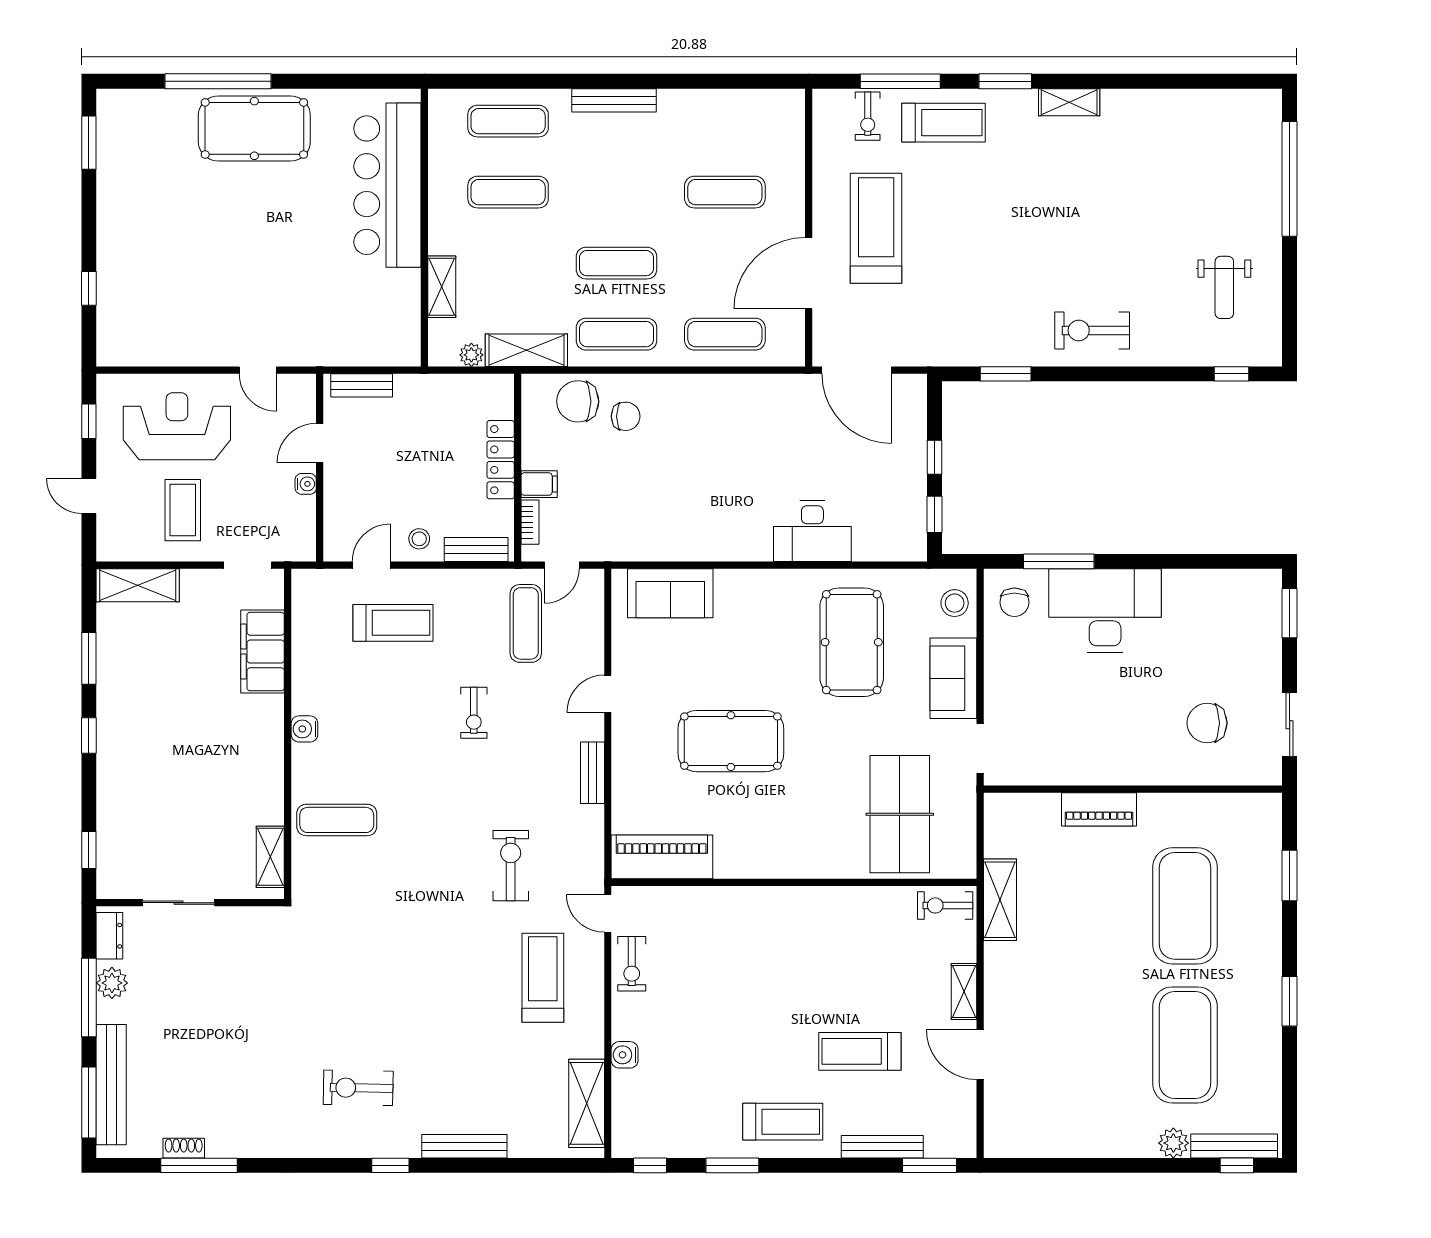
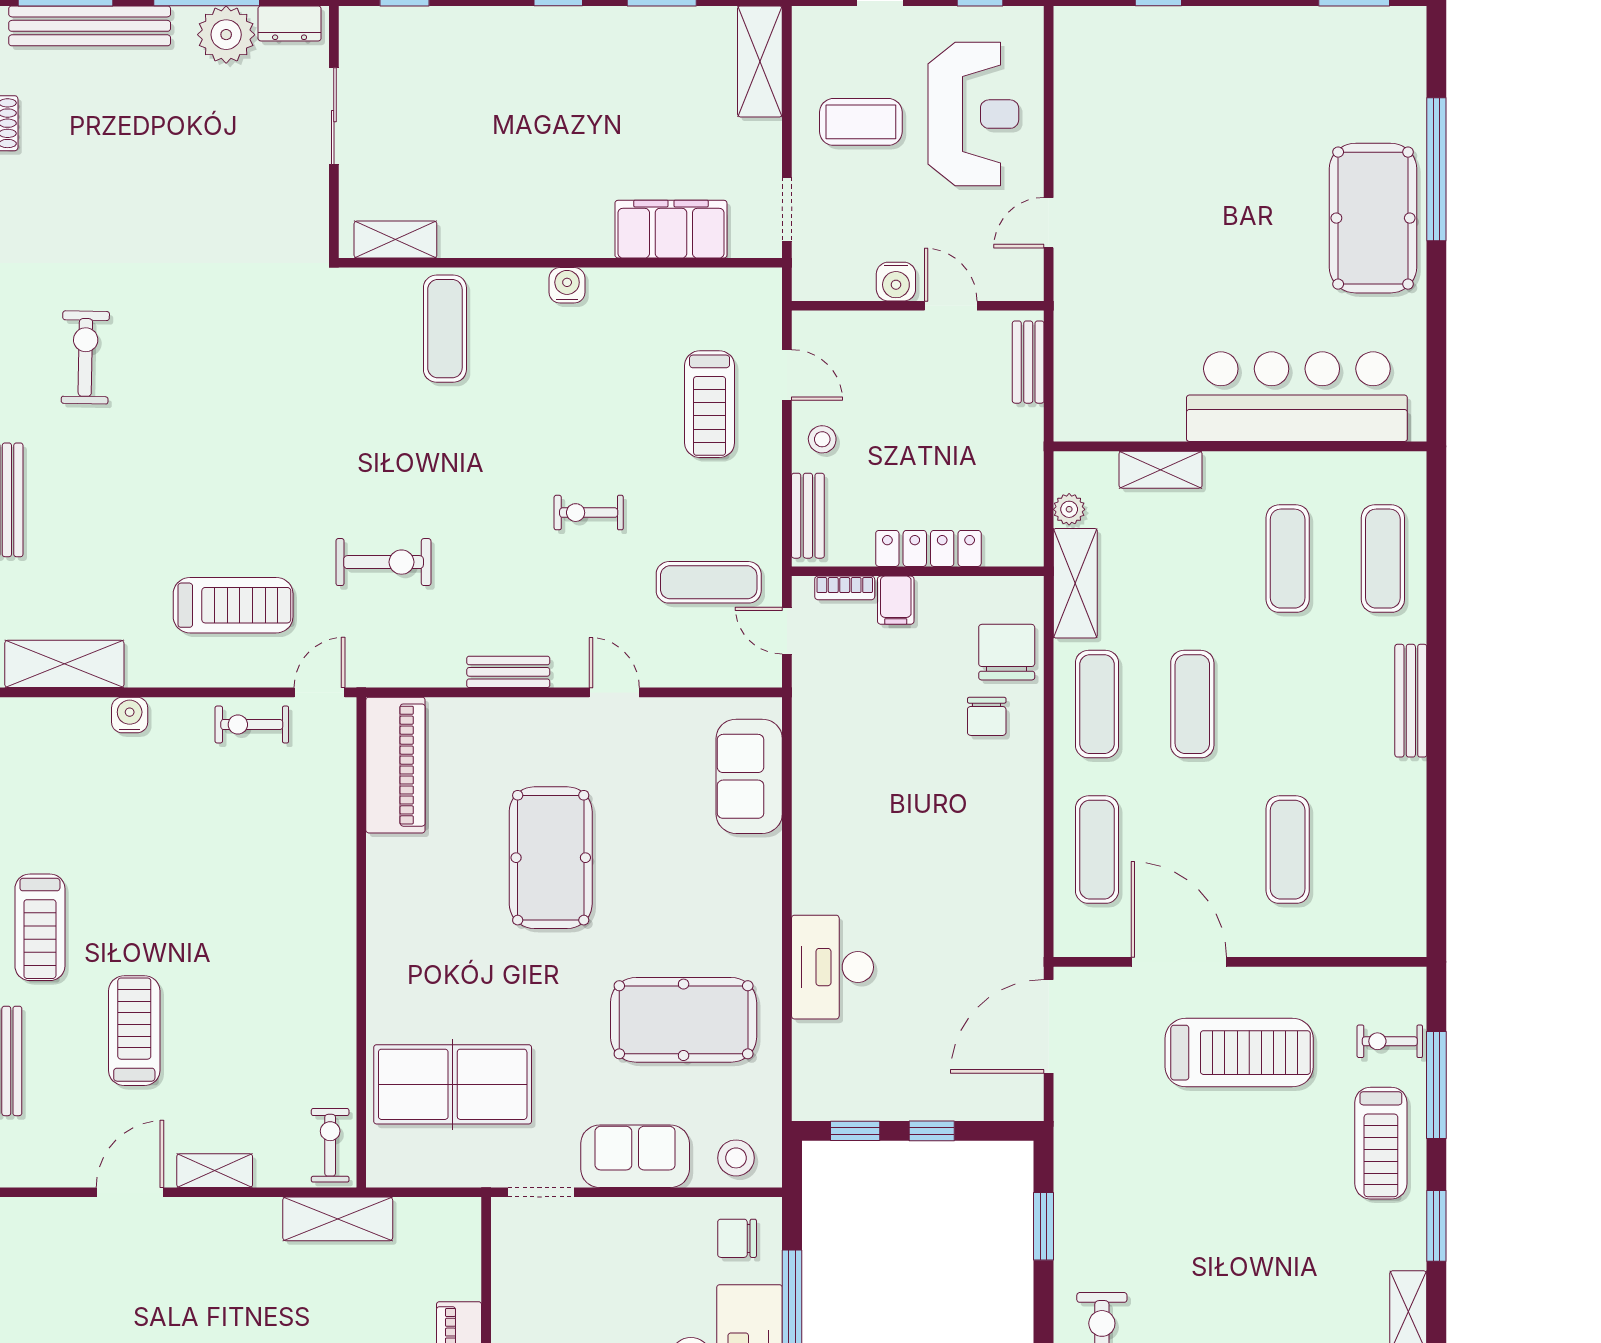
water cooler: (306, 484) -> (896, 282), width x1.38, depth x1.38
plant: (112, 983) -> (226, 35), width x1.36, depth x1.36

